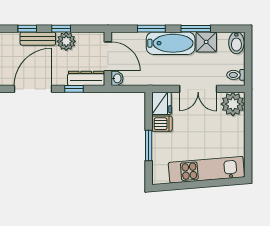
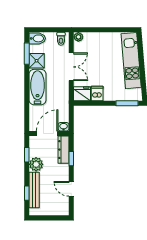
window: (61, 29) -> (27, 155), moved
window: (151, 29) -> (27, 101), removed
window: (196, 29) -> (27, 54), moved
bench: (38, 39) -> (34, 190), width x1.36
door: (33, 89) -> (71, 189), width x0.53
plant: (233, 104) -> (78, 37), width x0.53, depth x0.53
window: (149, 146) -> (127, 103), moved

